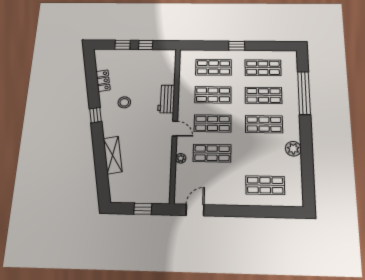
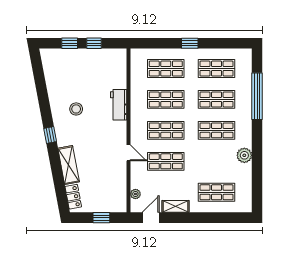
locker: (103, 81) -> (73, 197), moved
window: (95, 115) -> (50, 135), moved
door: (175, 129) -> (129, 153), moved
plant: (181, 158) -> (135, 194), moved
shelving: (222, 199) -> (176, 206), added

